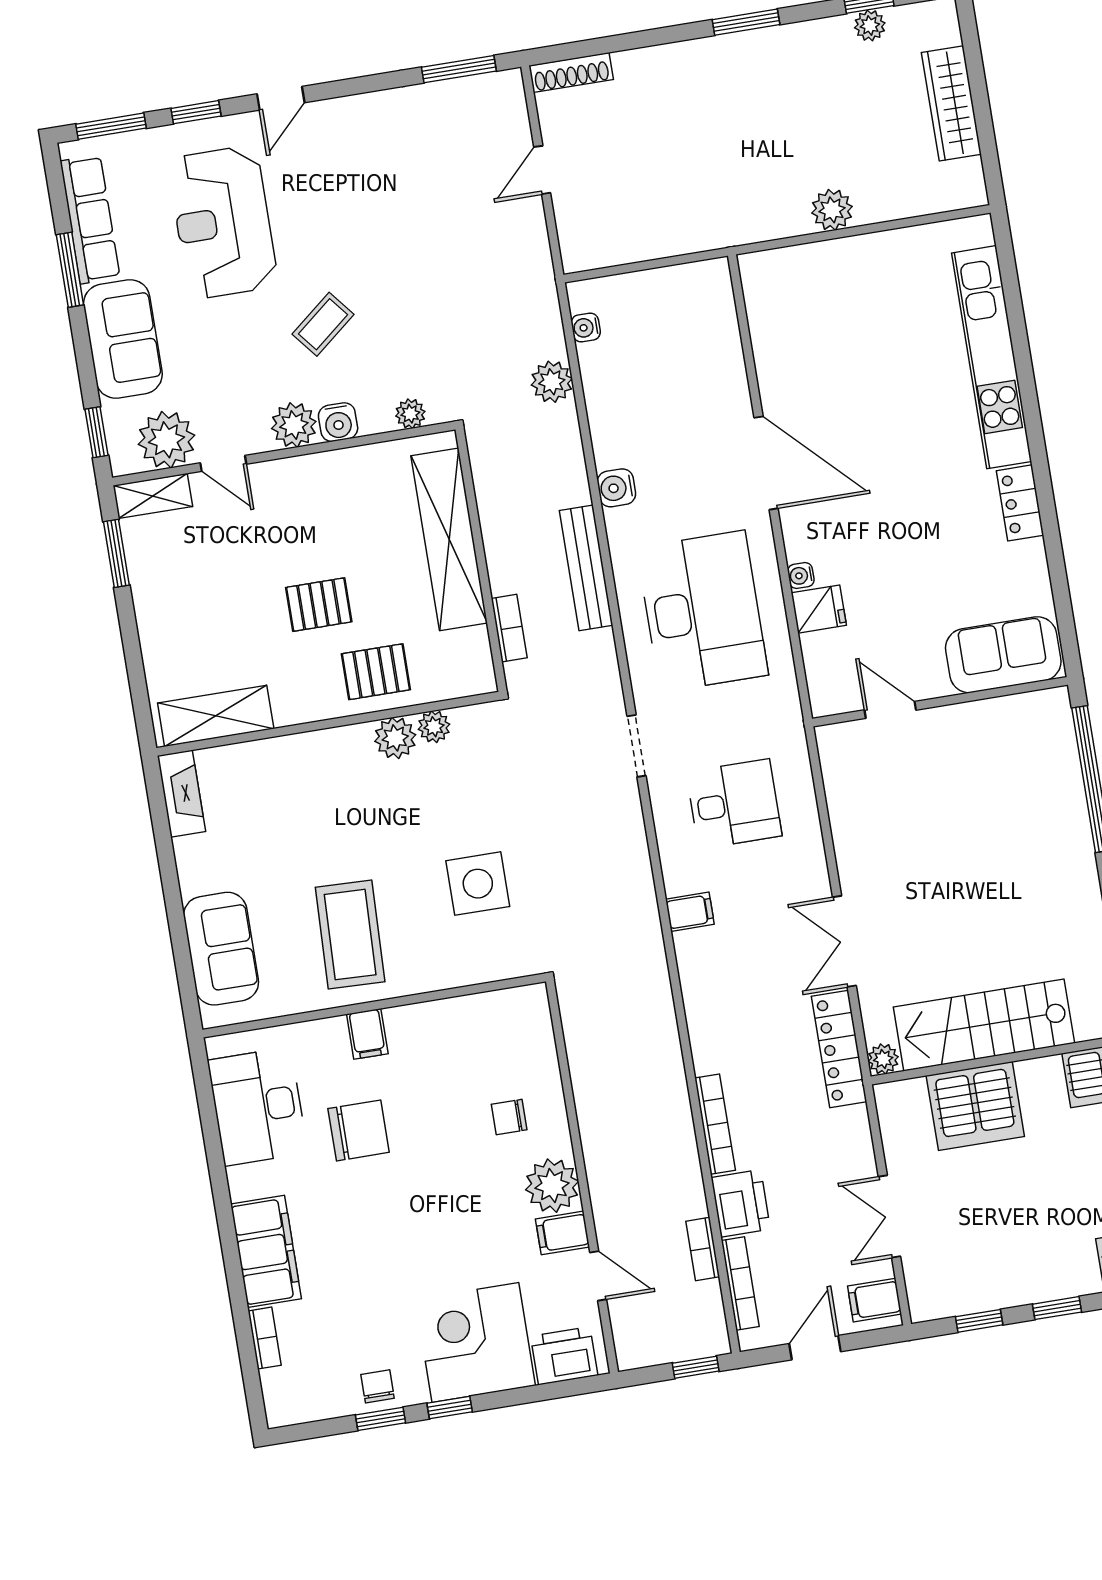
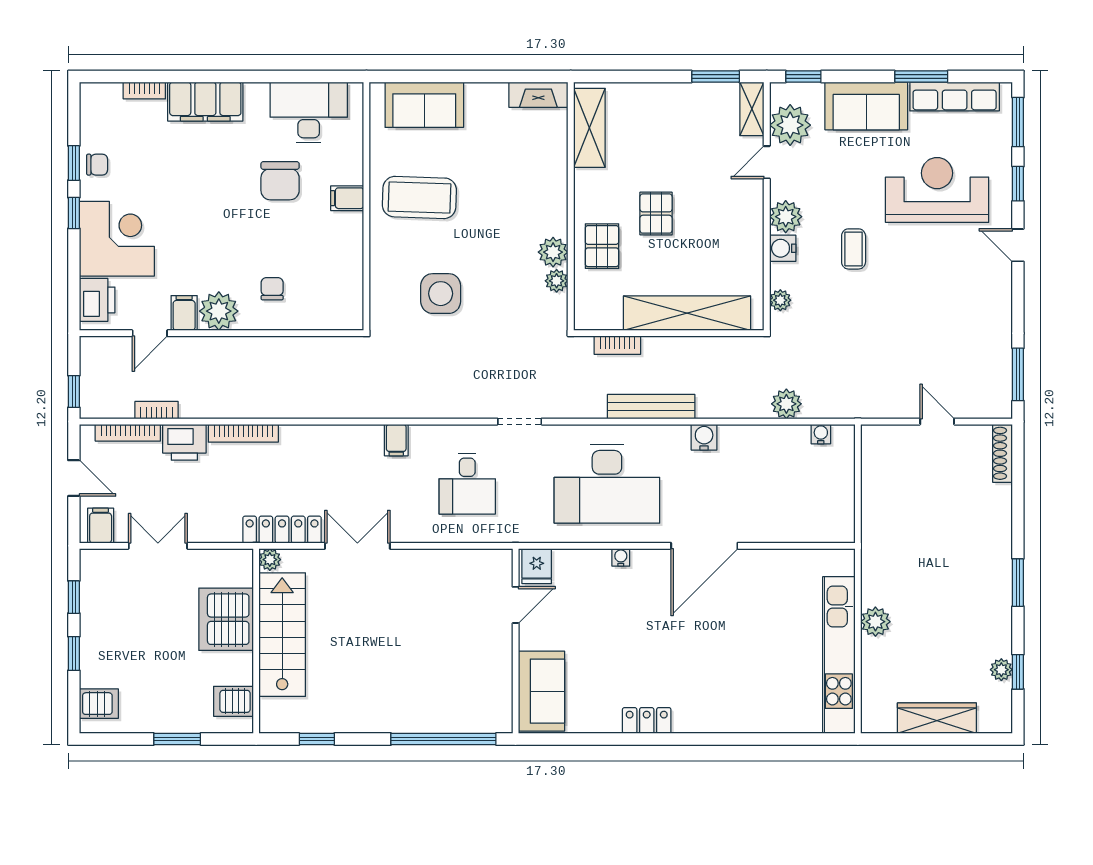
coffee table: (323, 324) -> (854, 249), turned 39
kitchen unit: (992, 357) -> (839, 655), moved, turned -90
fridge: (819, 609) -> (537, 566), moved

